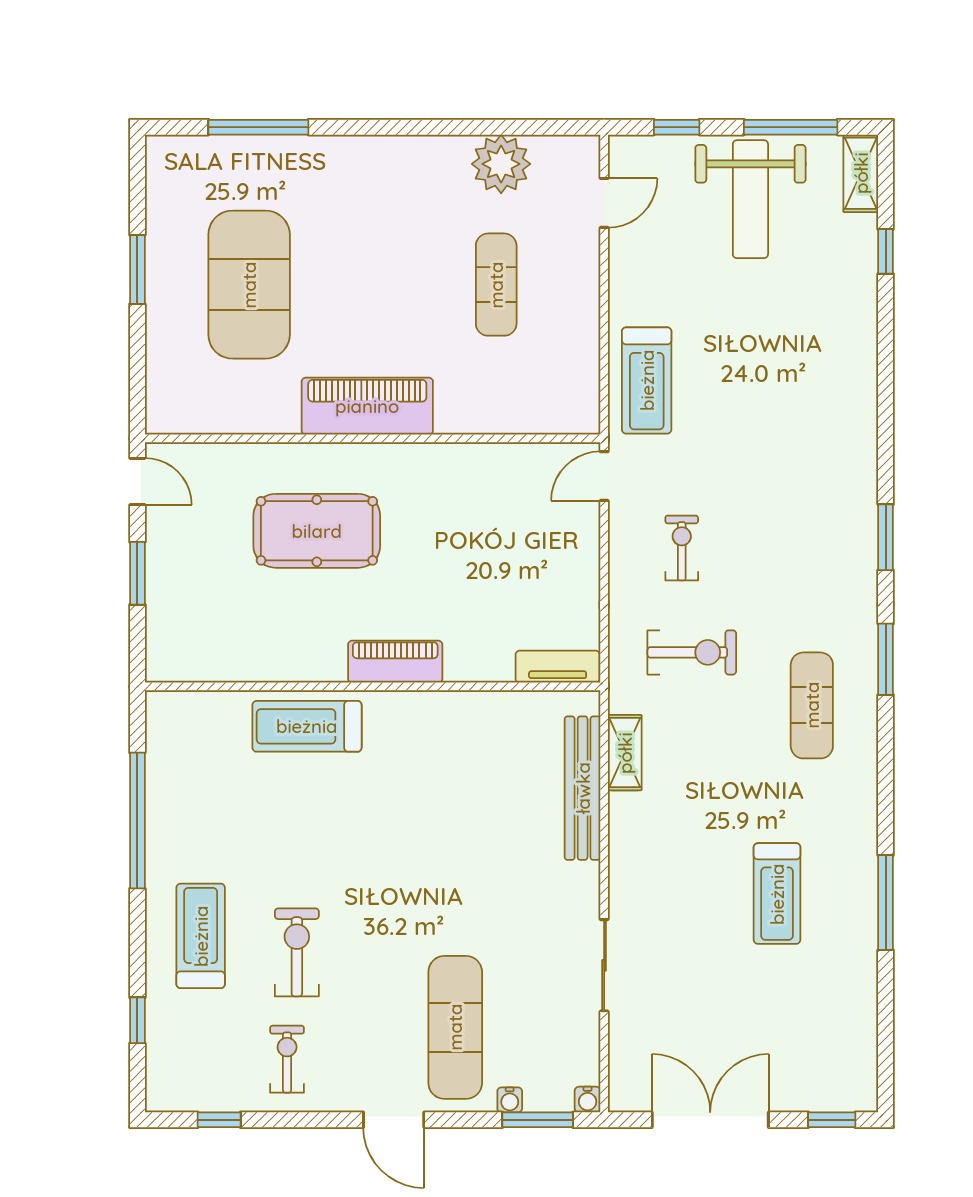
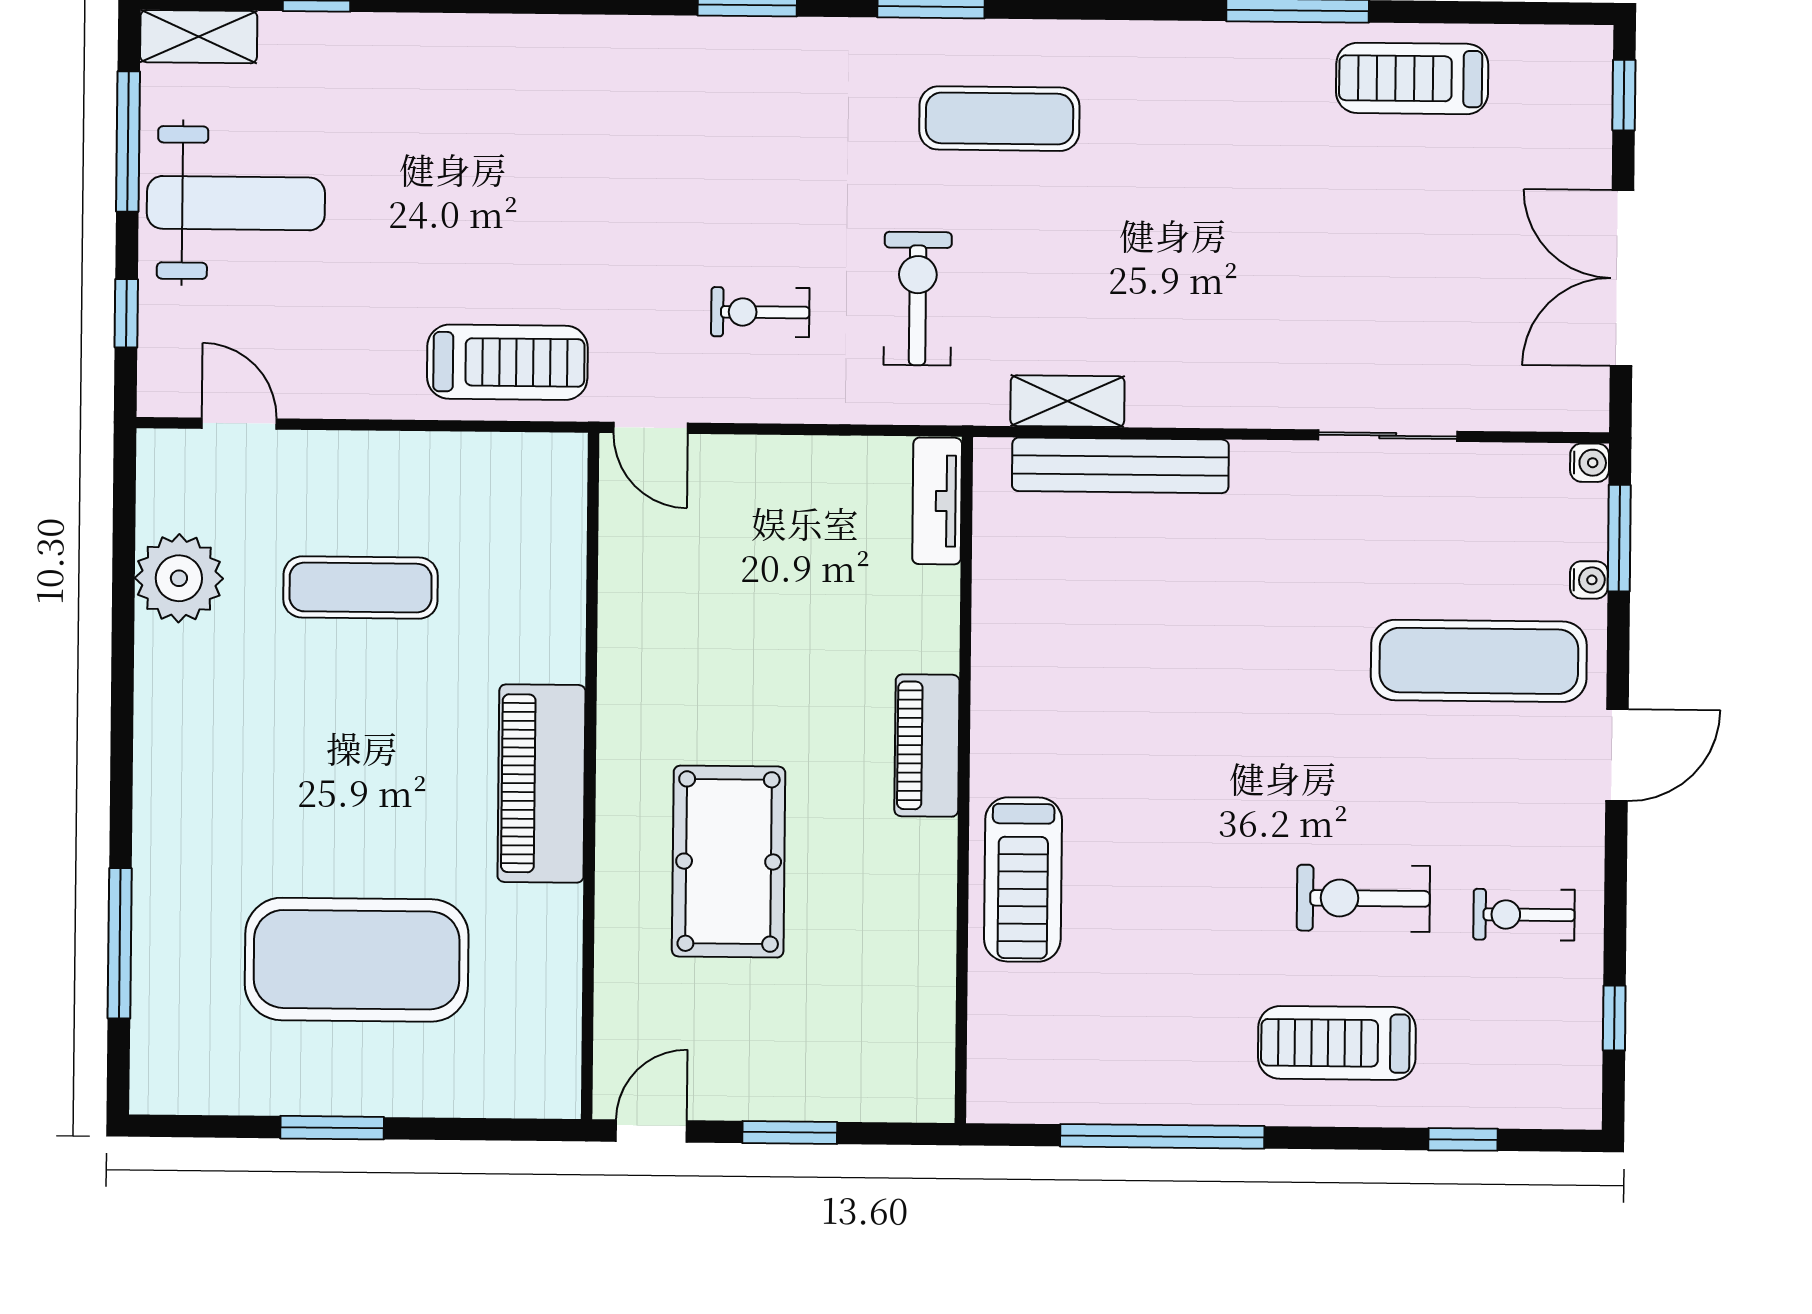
treadmill: (777, 894) -> (1412, 78), moved, turned 180

